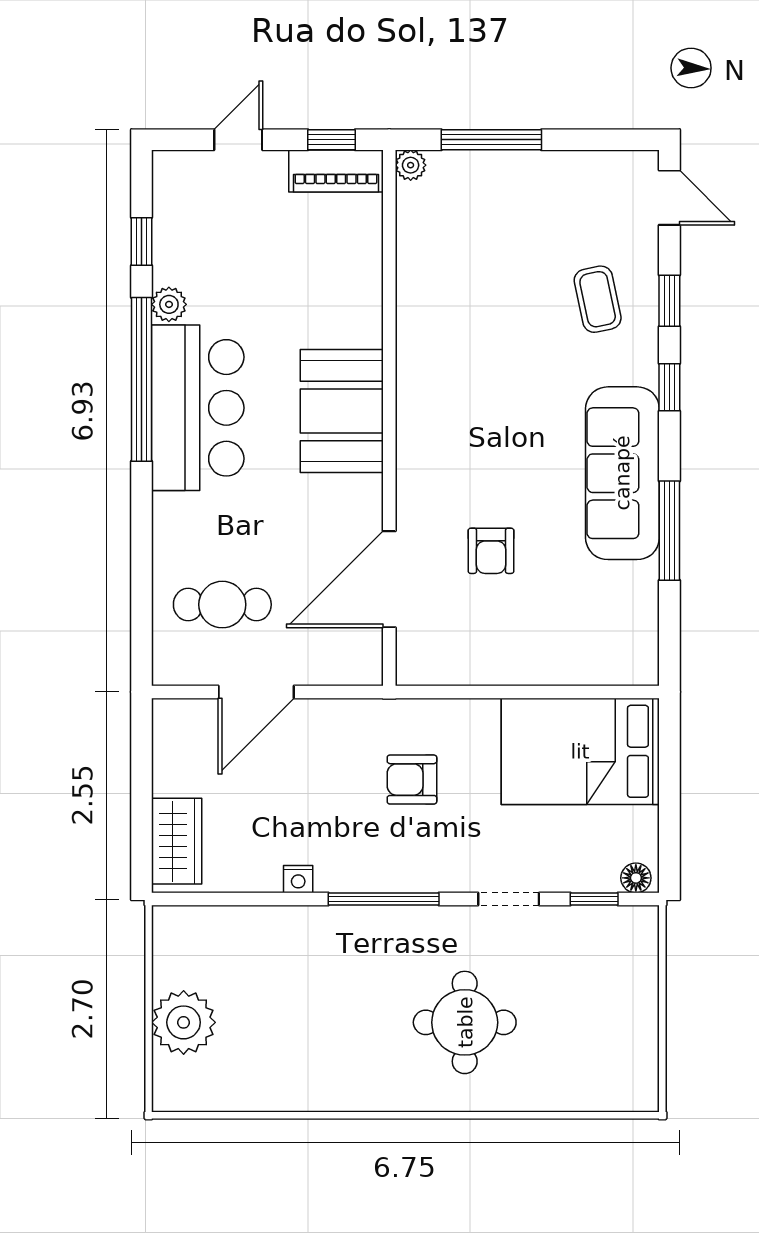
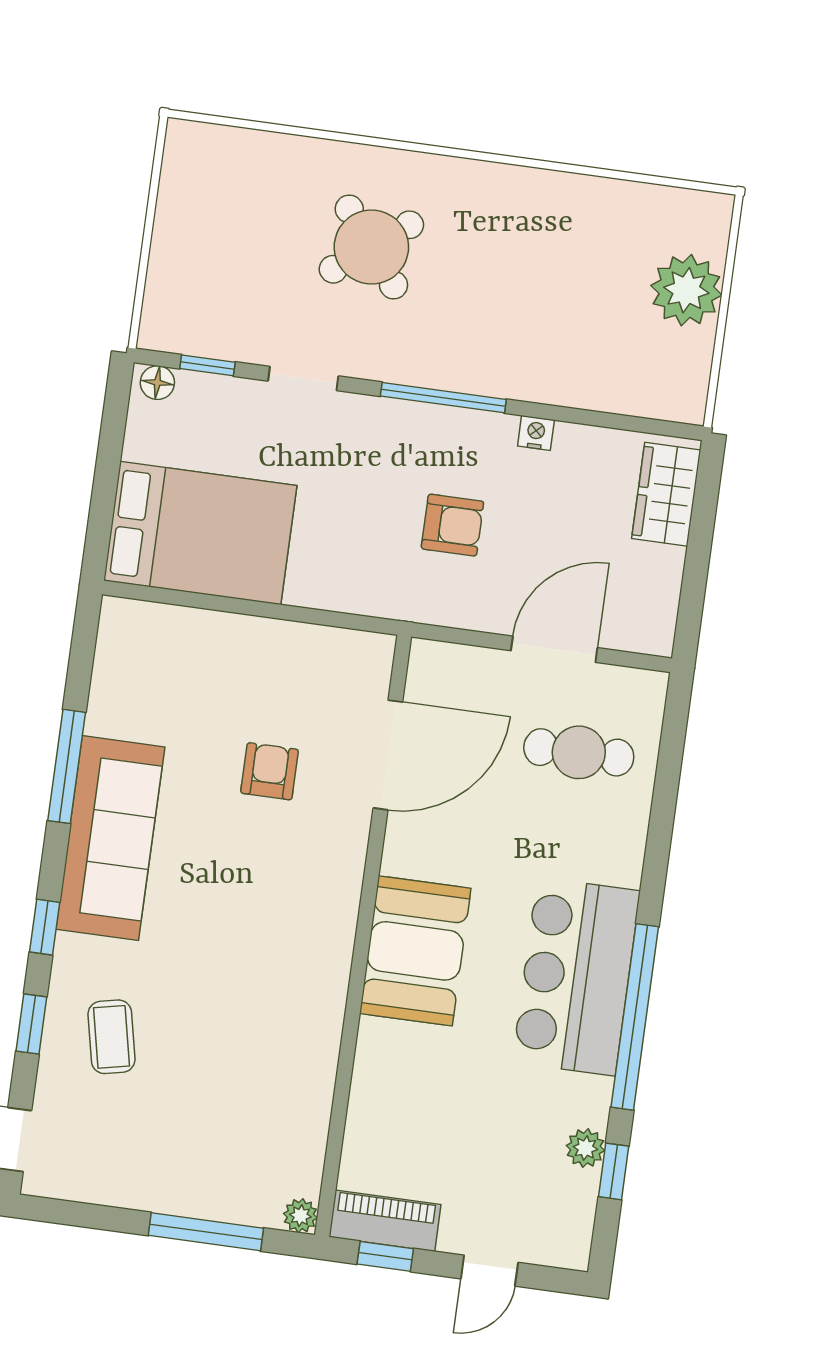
plant: (169, 304) -> (585, 1148), moved
armchair: (412, 780) -> (452, 525), moved
round table: (465, 1022) -> (371, 247), turned -38

